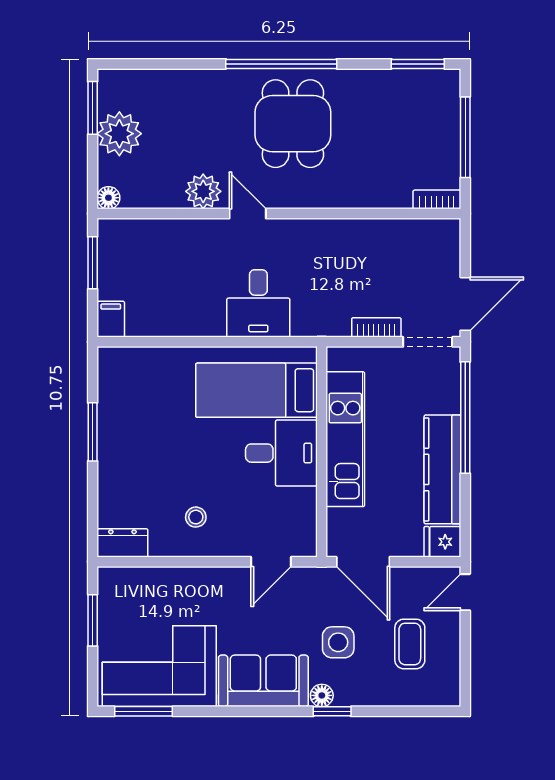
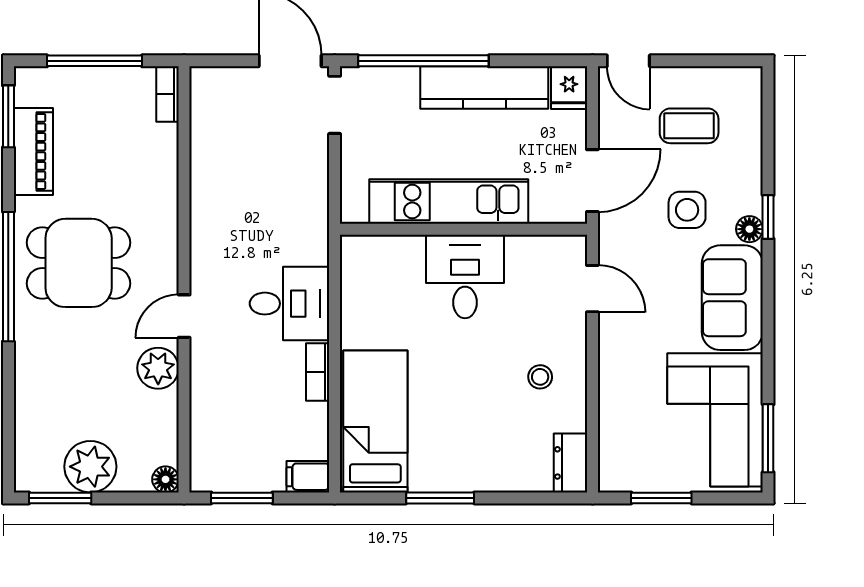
piano: (388, 85) -> (33, 151), added
bookcase: (376, 327) -> (318, 372), moved
bed: (256, 390) -> (375, 421), moved, turned 180

